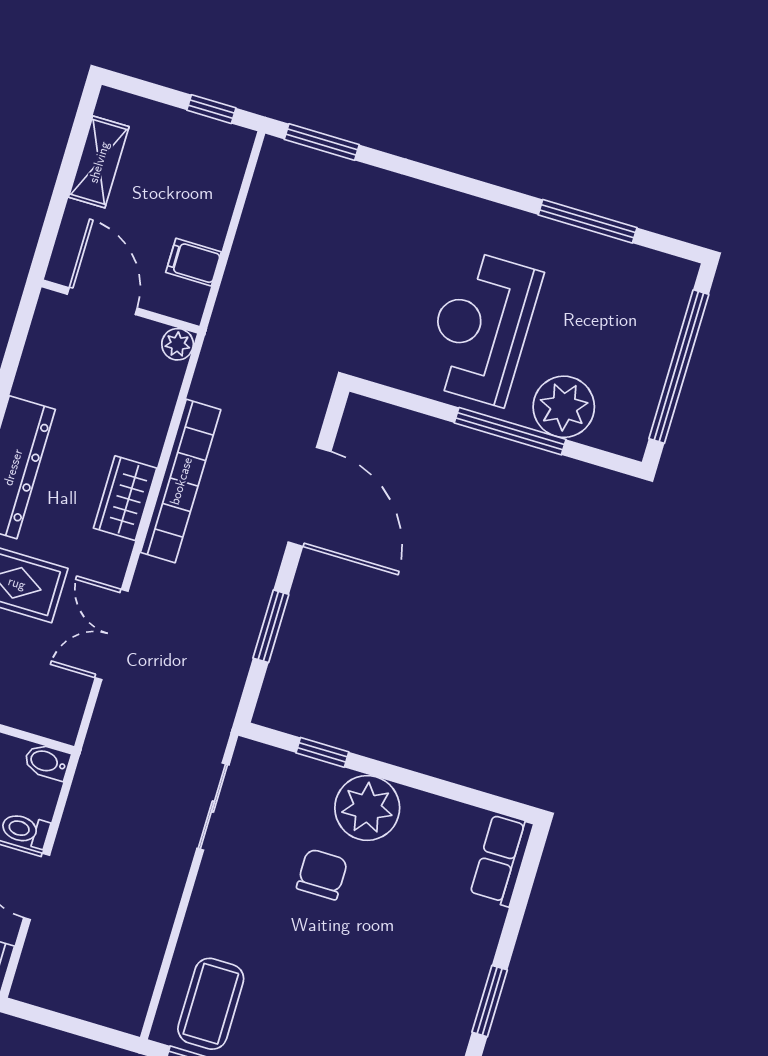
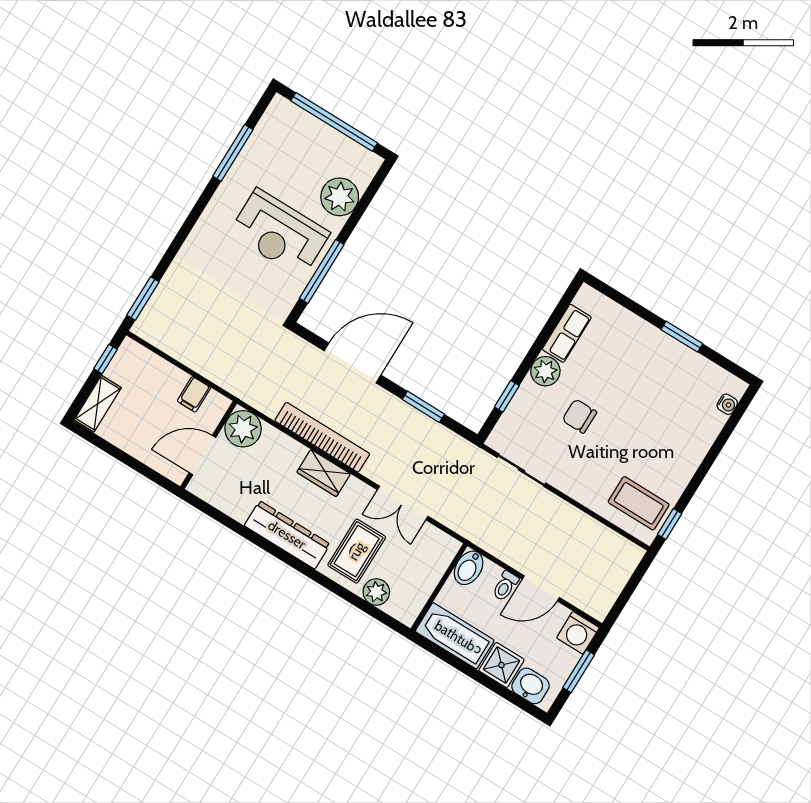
shelving: (99, 162) -> (98, 404), moved, turned 90
plant: (178, 344) -> (243, 429), width x1.87, depth x1.87
window: (510, 431) -> (322, 271), moved
bidet: (47, 762) -> (469, 568), width x1.38, depth x1.36
plant: (367, 808) -> (545, 371), width x0.73, depth x0.73
row of seats: (502, 860) -> (567, 333), moved, turned -90

